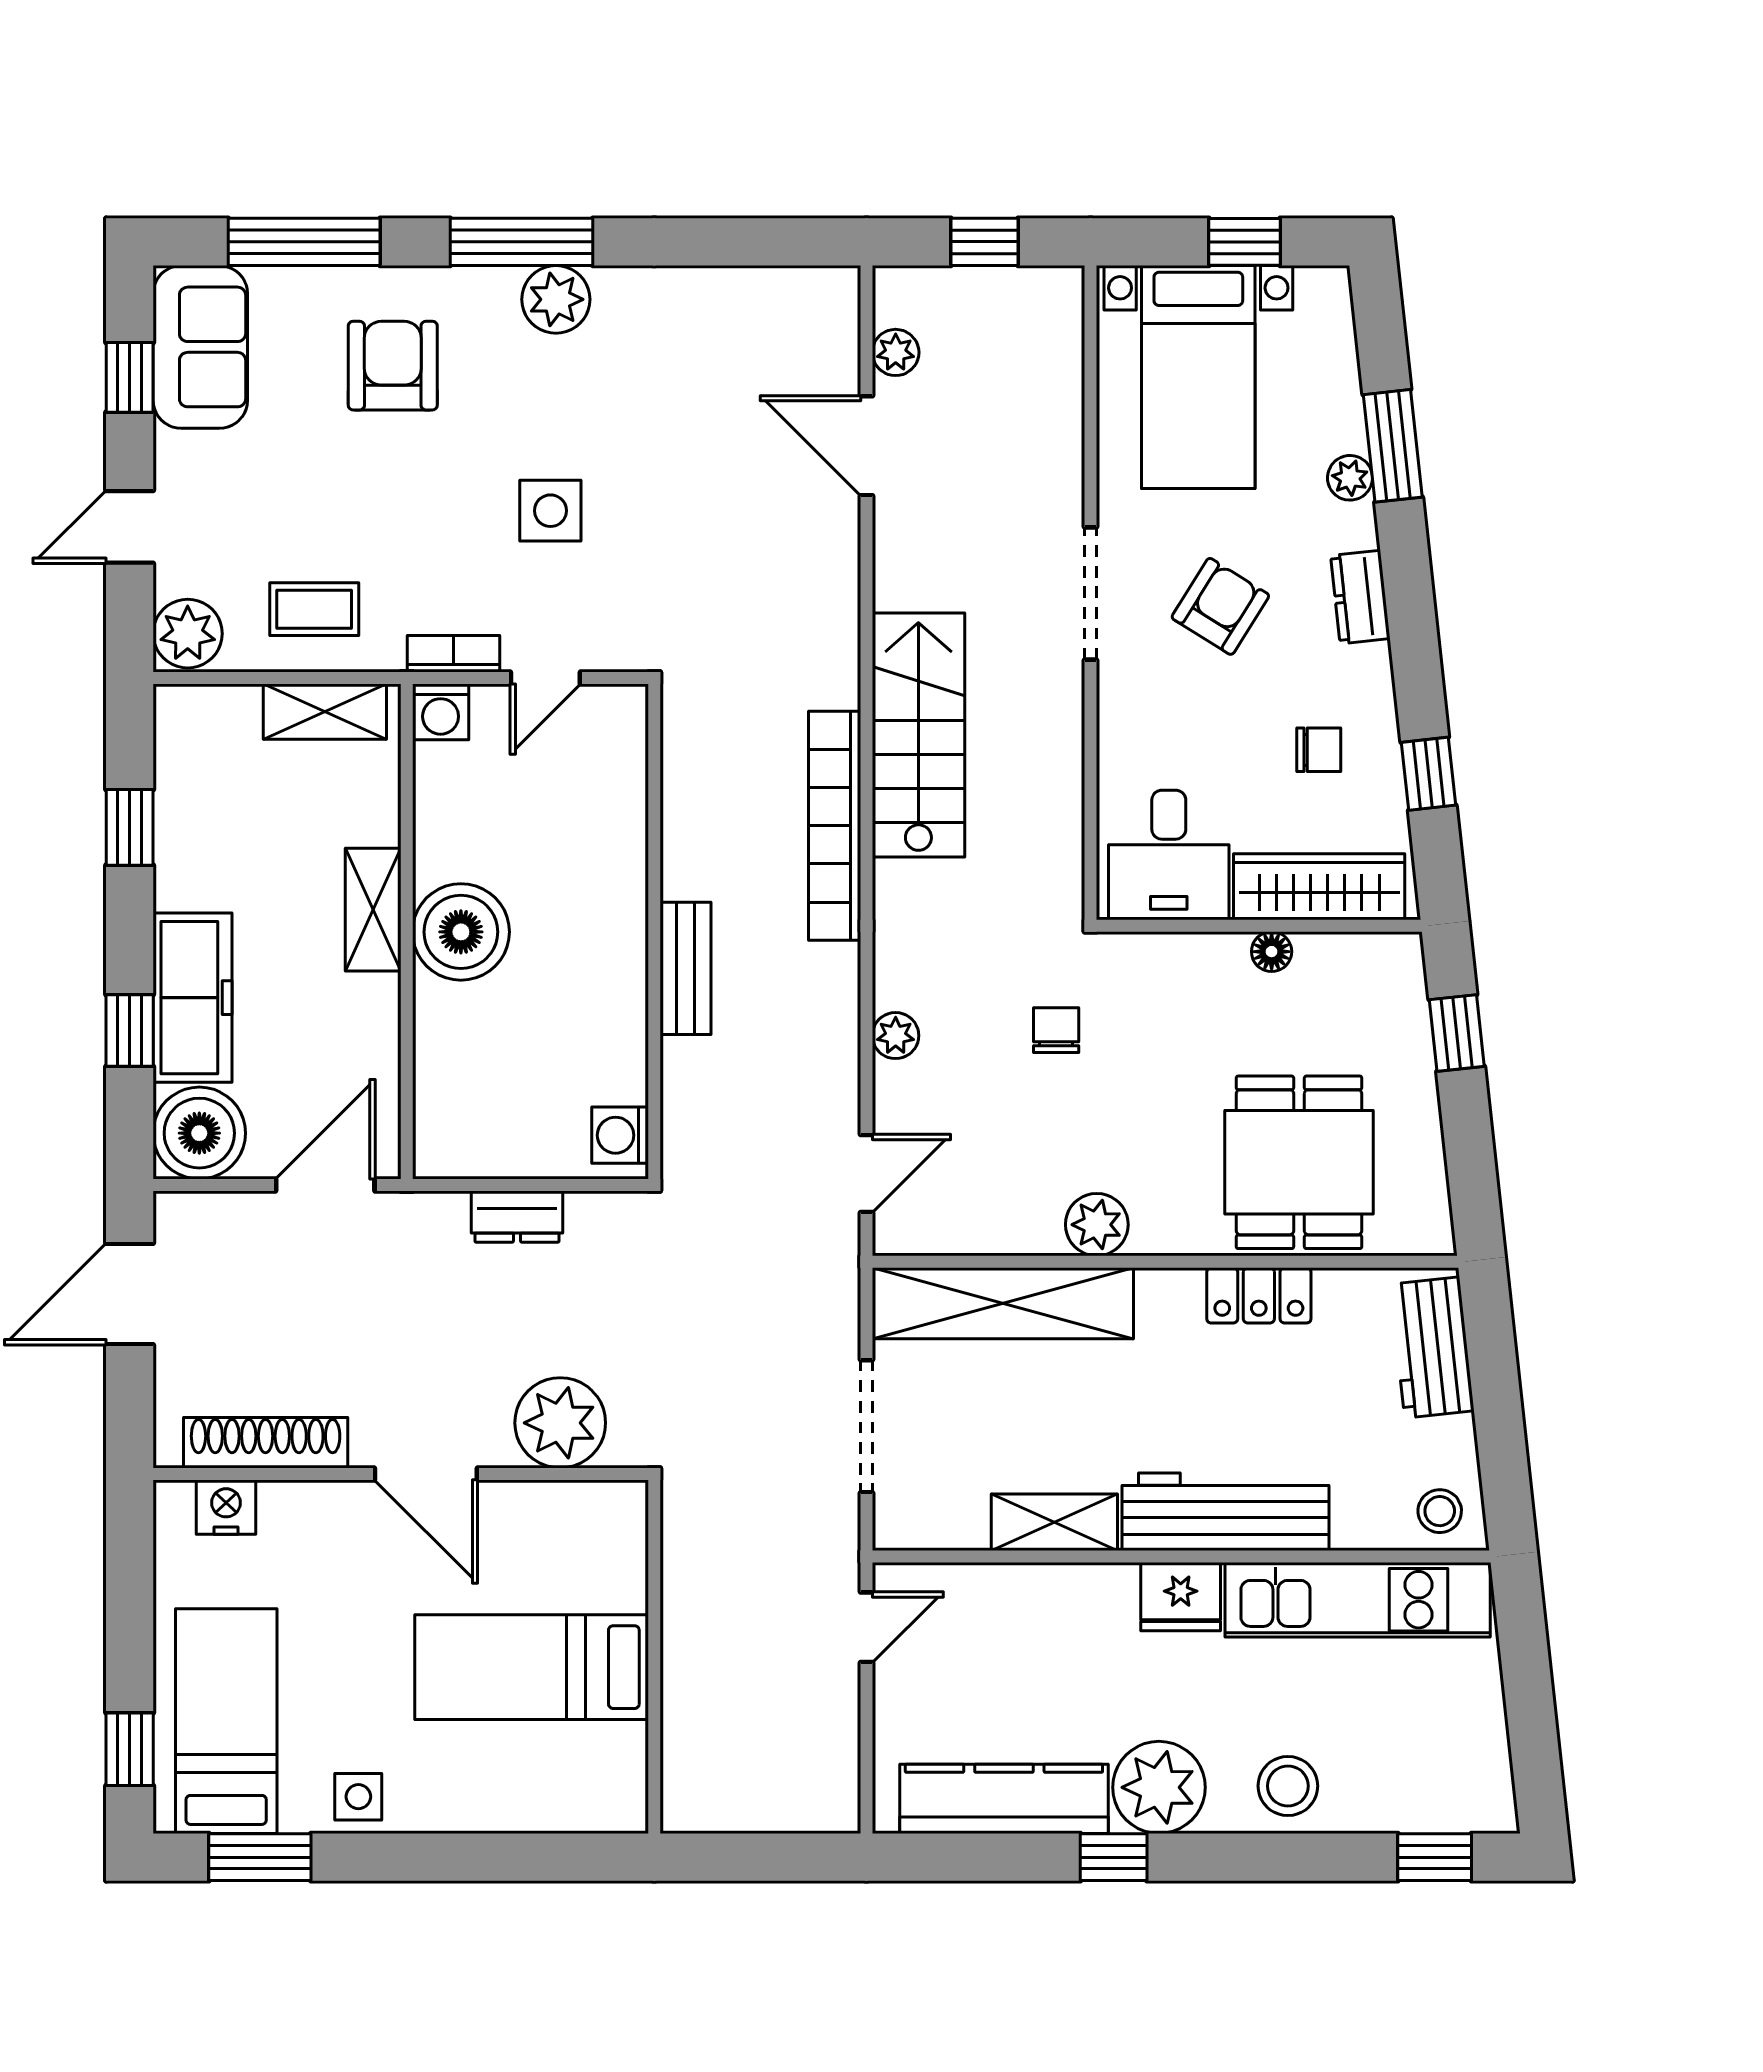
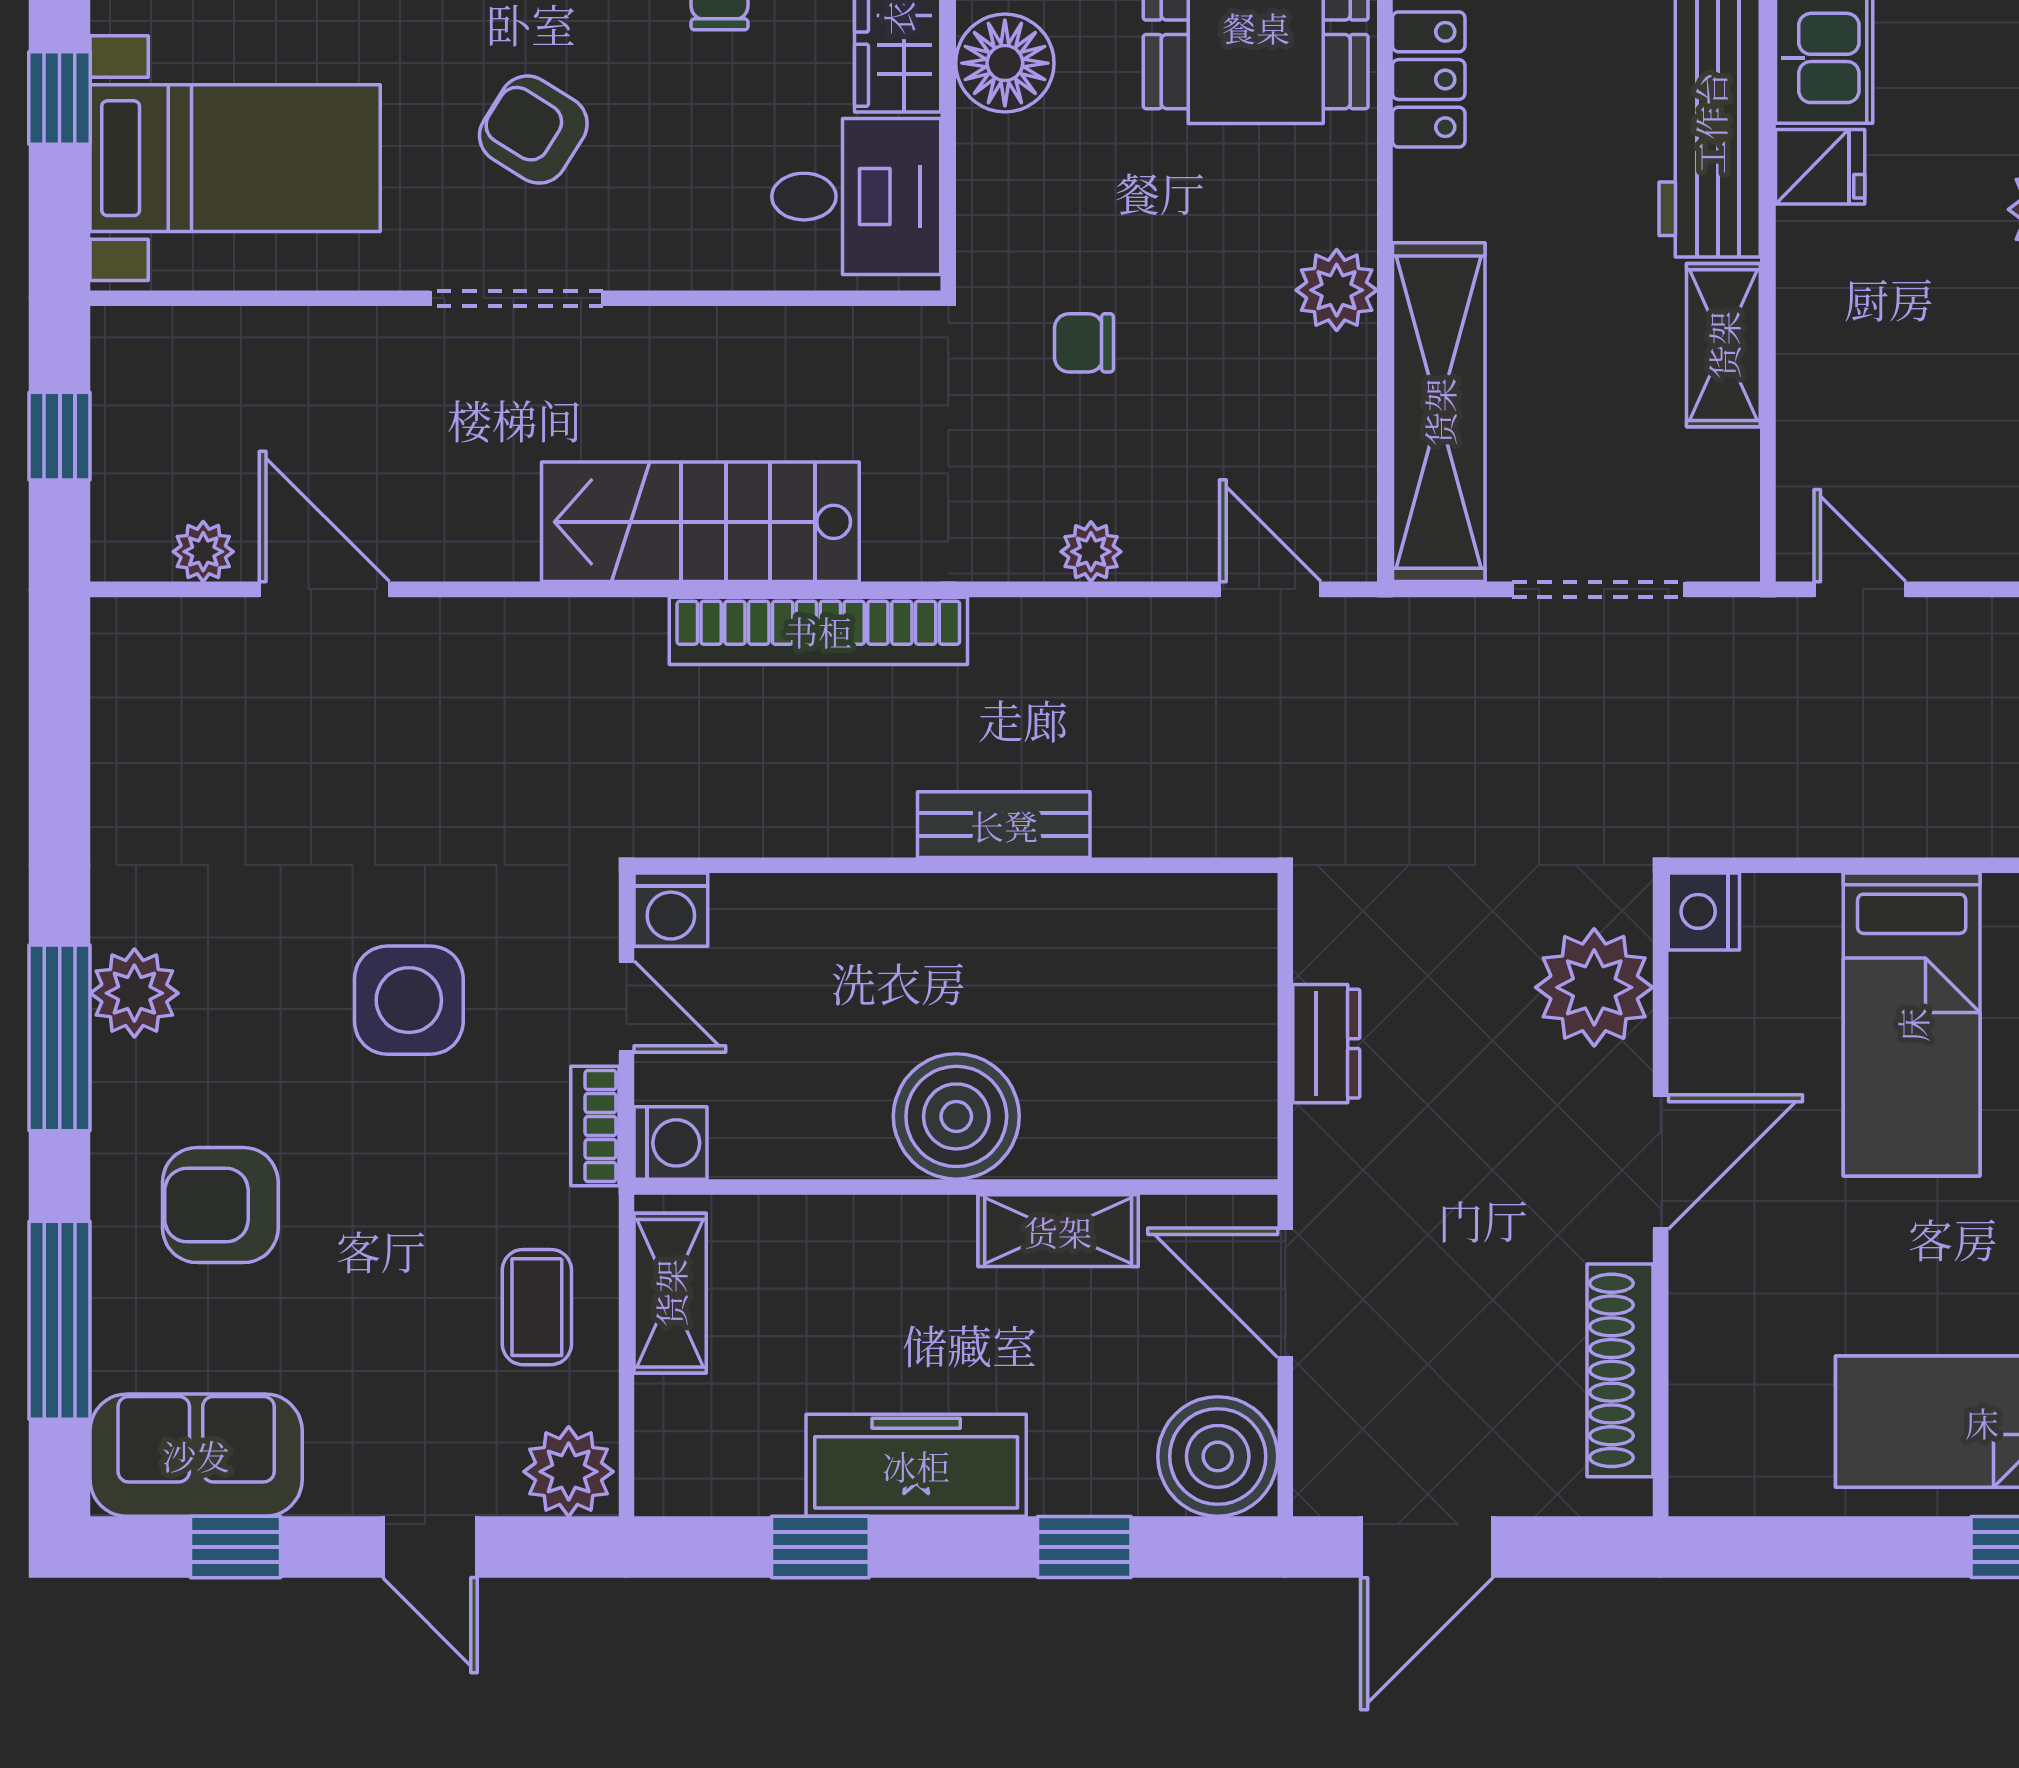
door: (866, 446) -> (324, 589), swing flipped
side table: (550, 511) -> (409, 1000), width x1.37, depth x1.37
shelving: (373, 910) -> (1058, 1231), moved
floor lamp: (1272, 952) -> (1005, 63), width x1.89, depth x1.89
freezer: (193, 998) -> (916, 1465), moved
washing machine: (620, 1135) -> (671, 910), moved
door: (130, 1294) -> (1427, 1547), hinge flipped
nightstand: (226, 1507) -> (1704, 911), moved
fridge: (1181, 1597) -> (1820, 167), width x0.72

